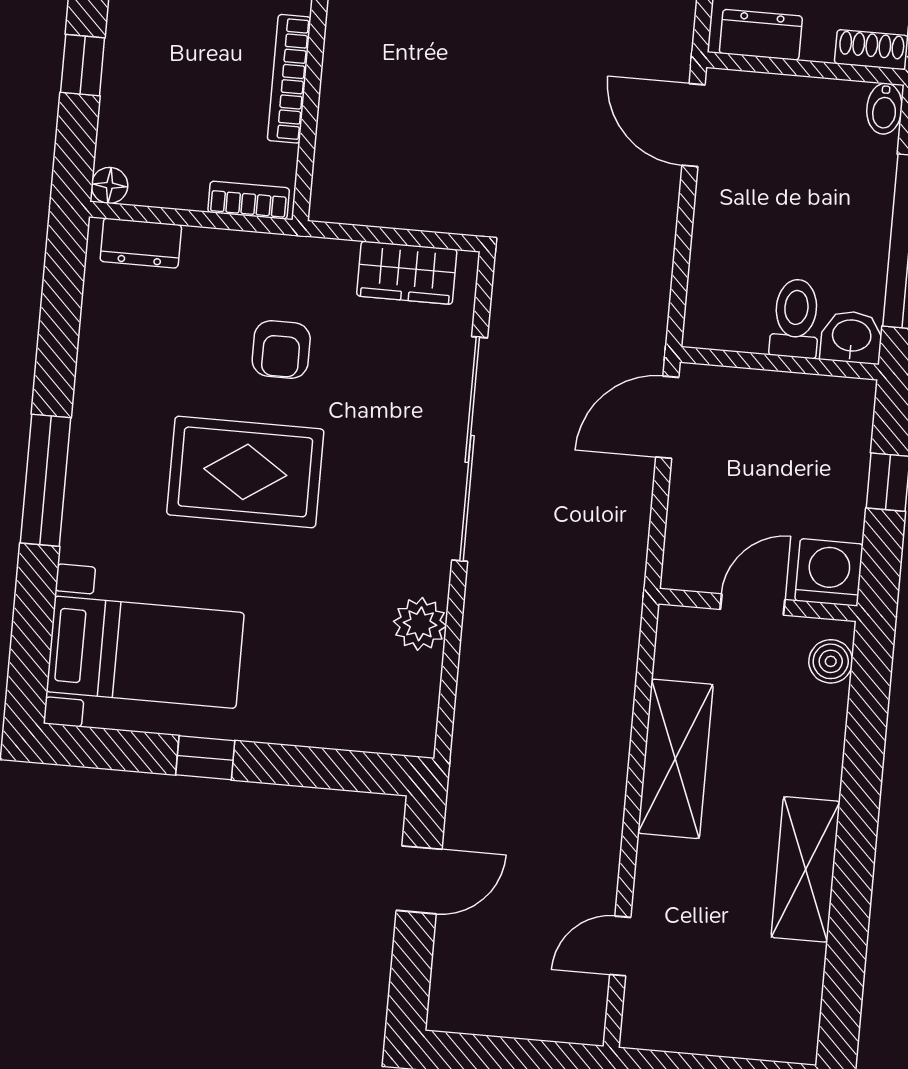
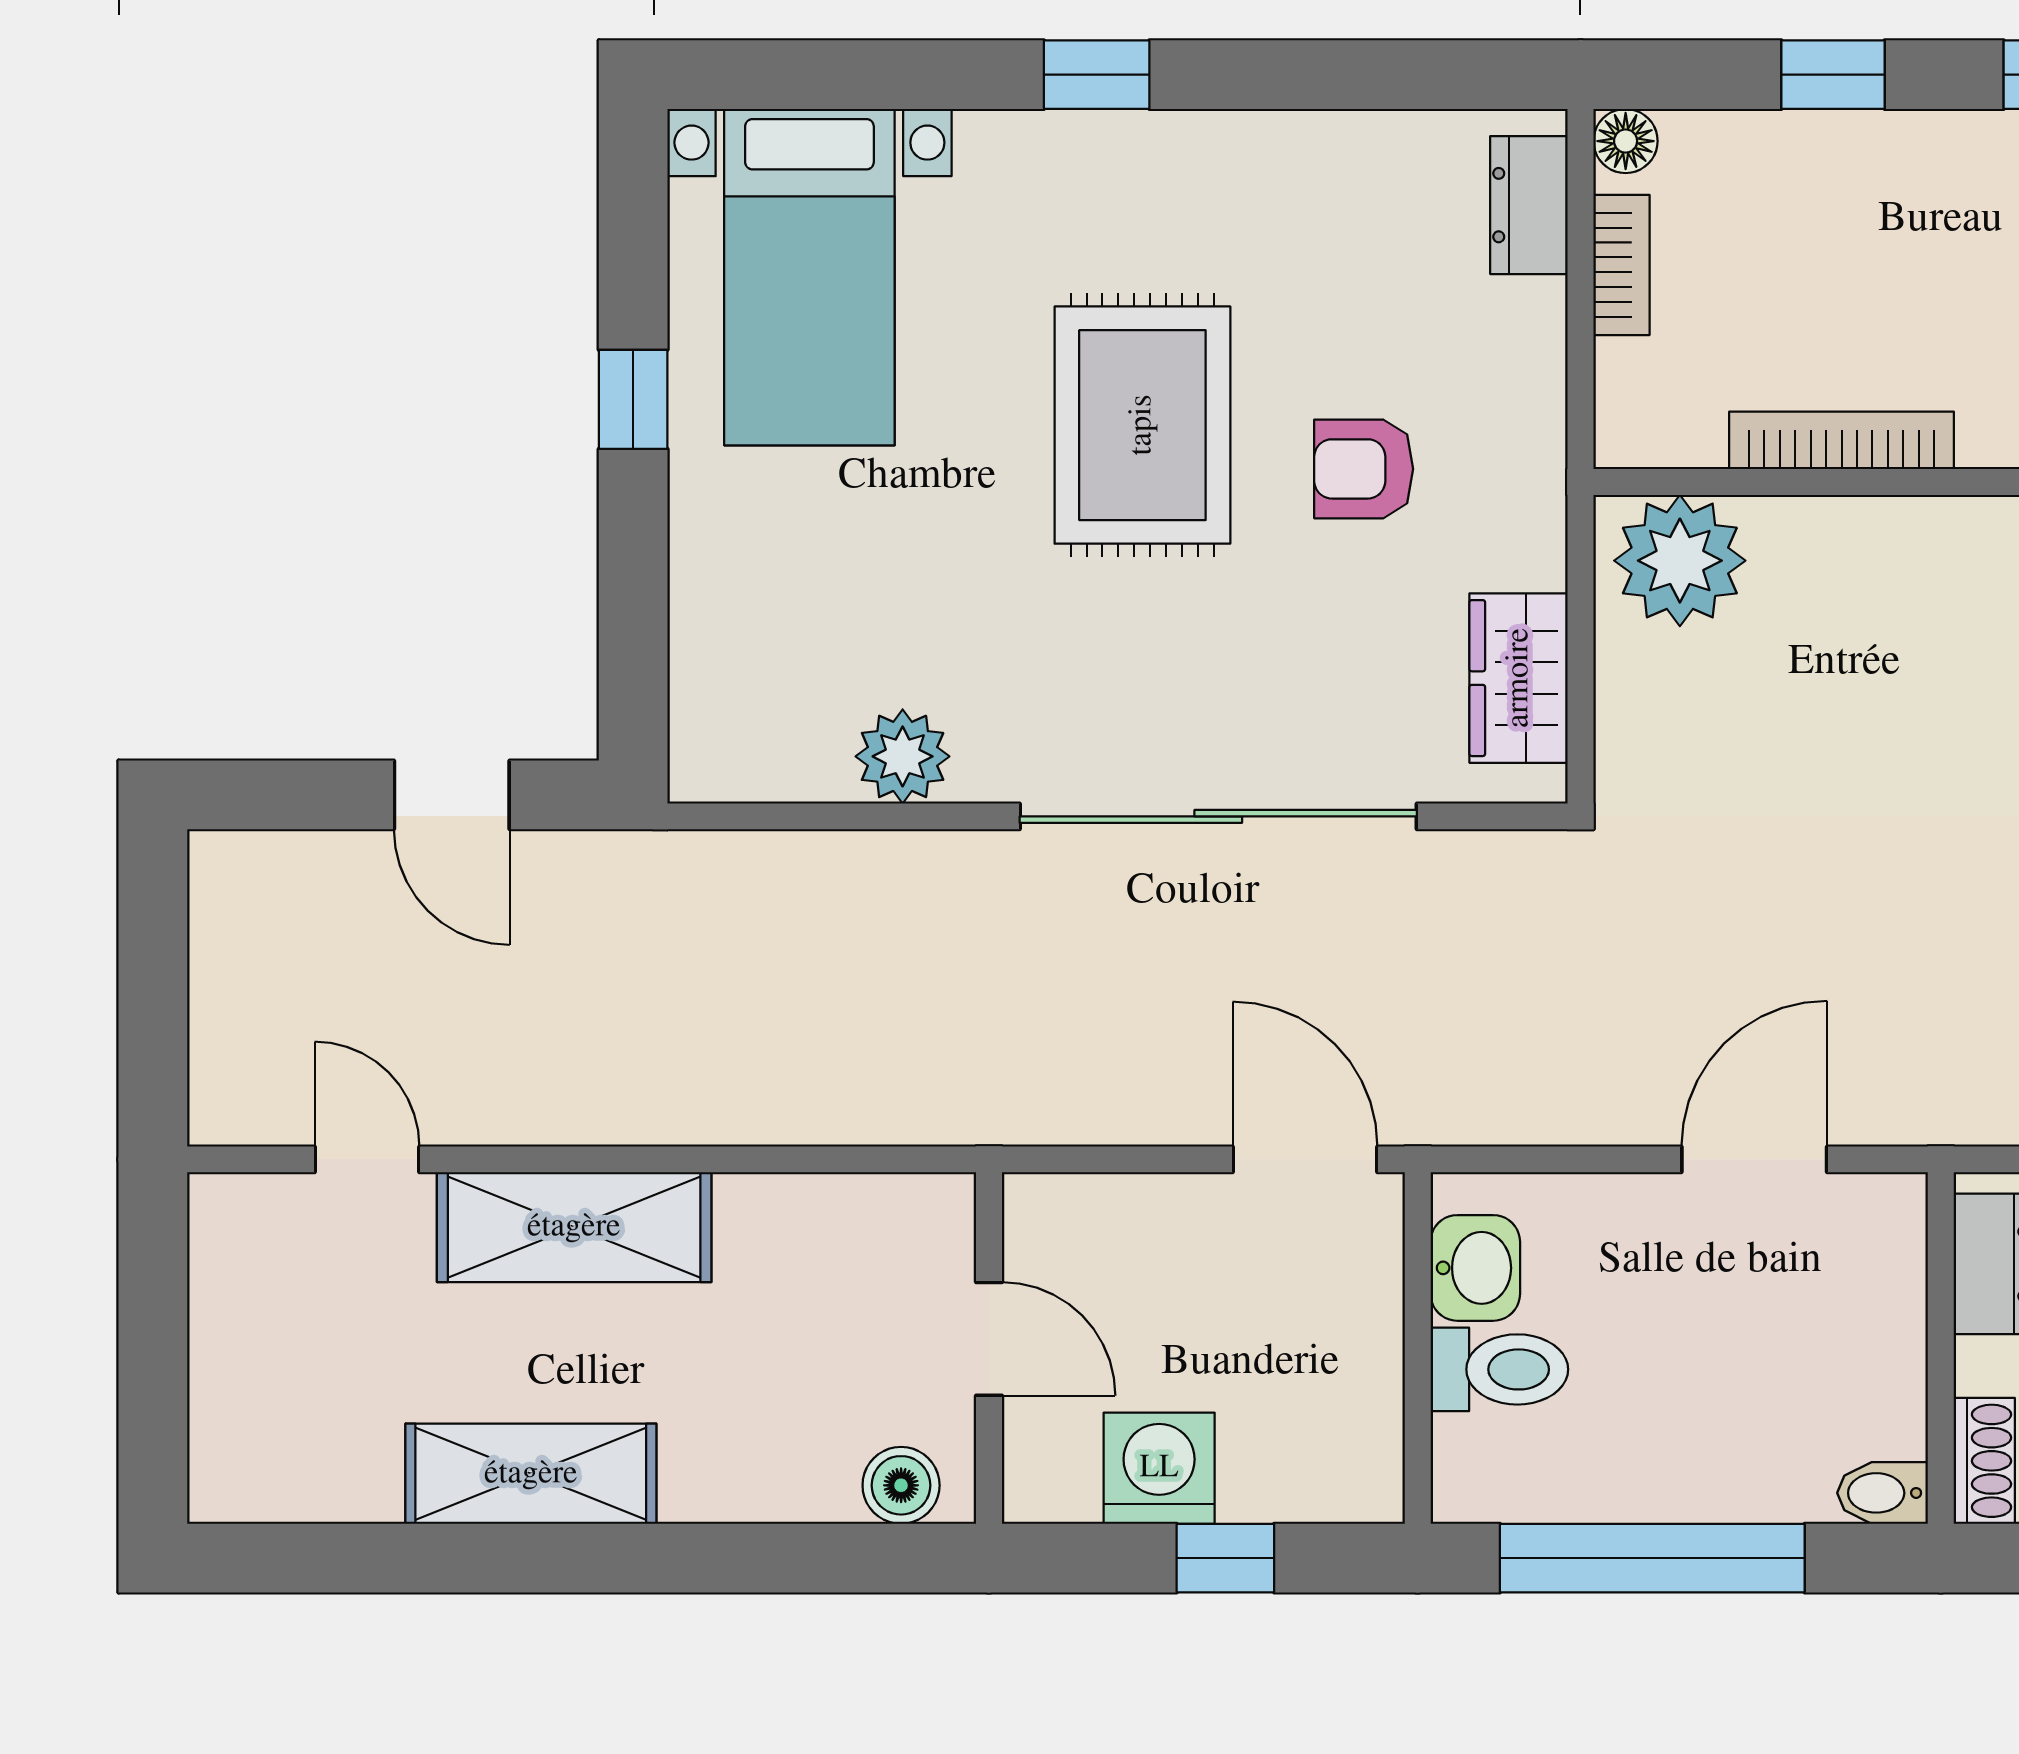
door: (693, 125) -> (1754, 1159), moved
plant: (349, 176) -> (1680, 561), added
bookcase: (249, 200) -> (1622, 265), moved
washbasin: (852, 337) -> (1475, 1268), moved
window: (46, 480) -> (1097, 75), width x0.46
washing machine: (829, 572) -> (1159, 1468), moved, turned -90
shelving: (675, 759) -> (574, 1227), moved

